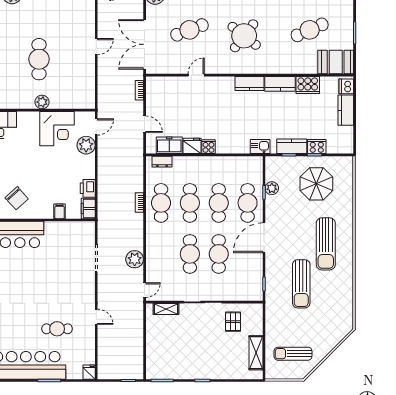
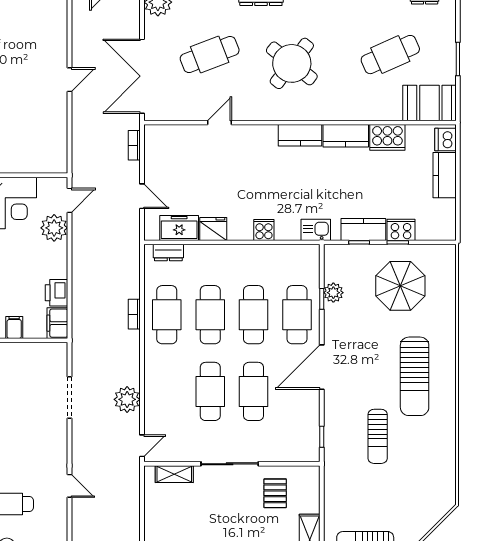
cooker: (208, 147) -> (264, 230), moved
sun lounger: (301, 284) -> (378, 436), width x0.73, depth x0.75

